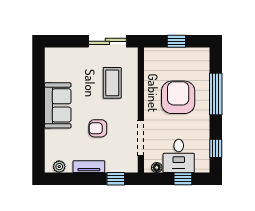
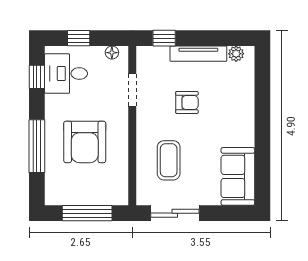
window: (176, 41) -> (87, 213), width x2.17
sofa: (58, 105) -> (238, 176), moved
doorway: (141, 138) -> (132, 90), width x0.73
desk: (179, 156) -> (66, 73), moved, turned -90
tv unit: (89, 167) -> (198, 54), width x1.41

